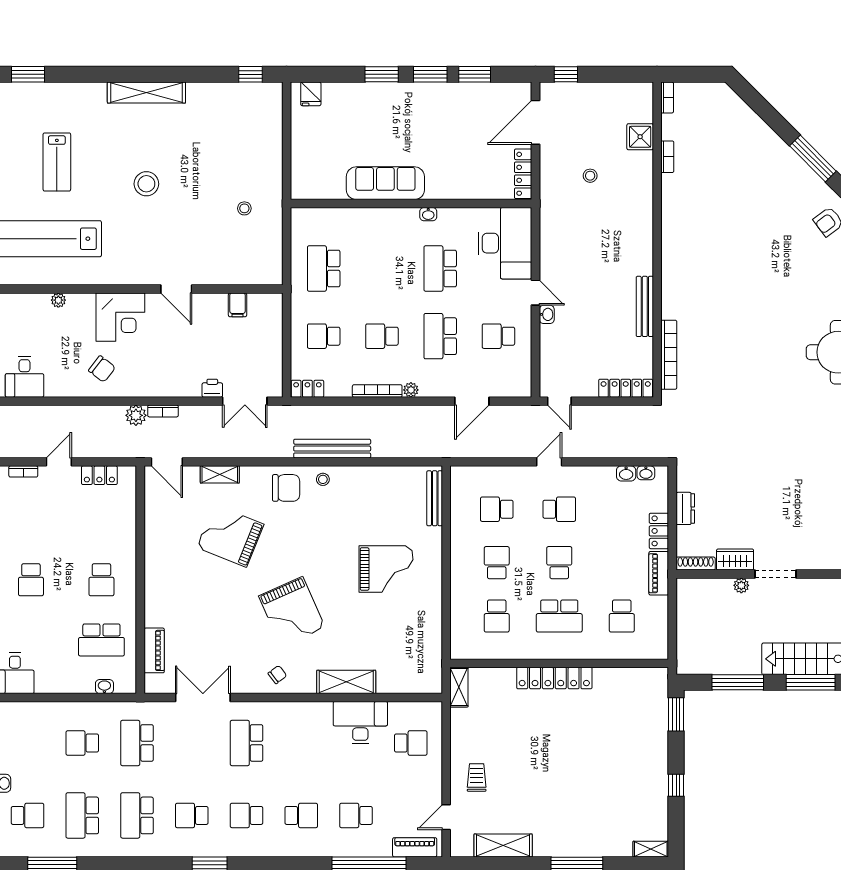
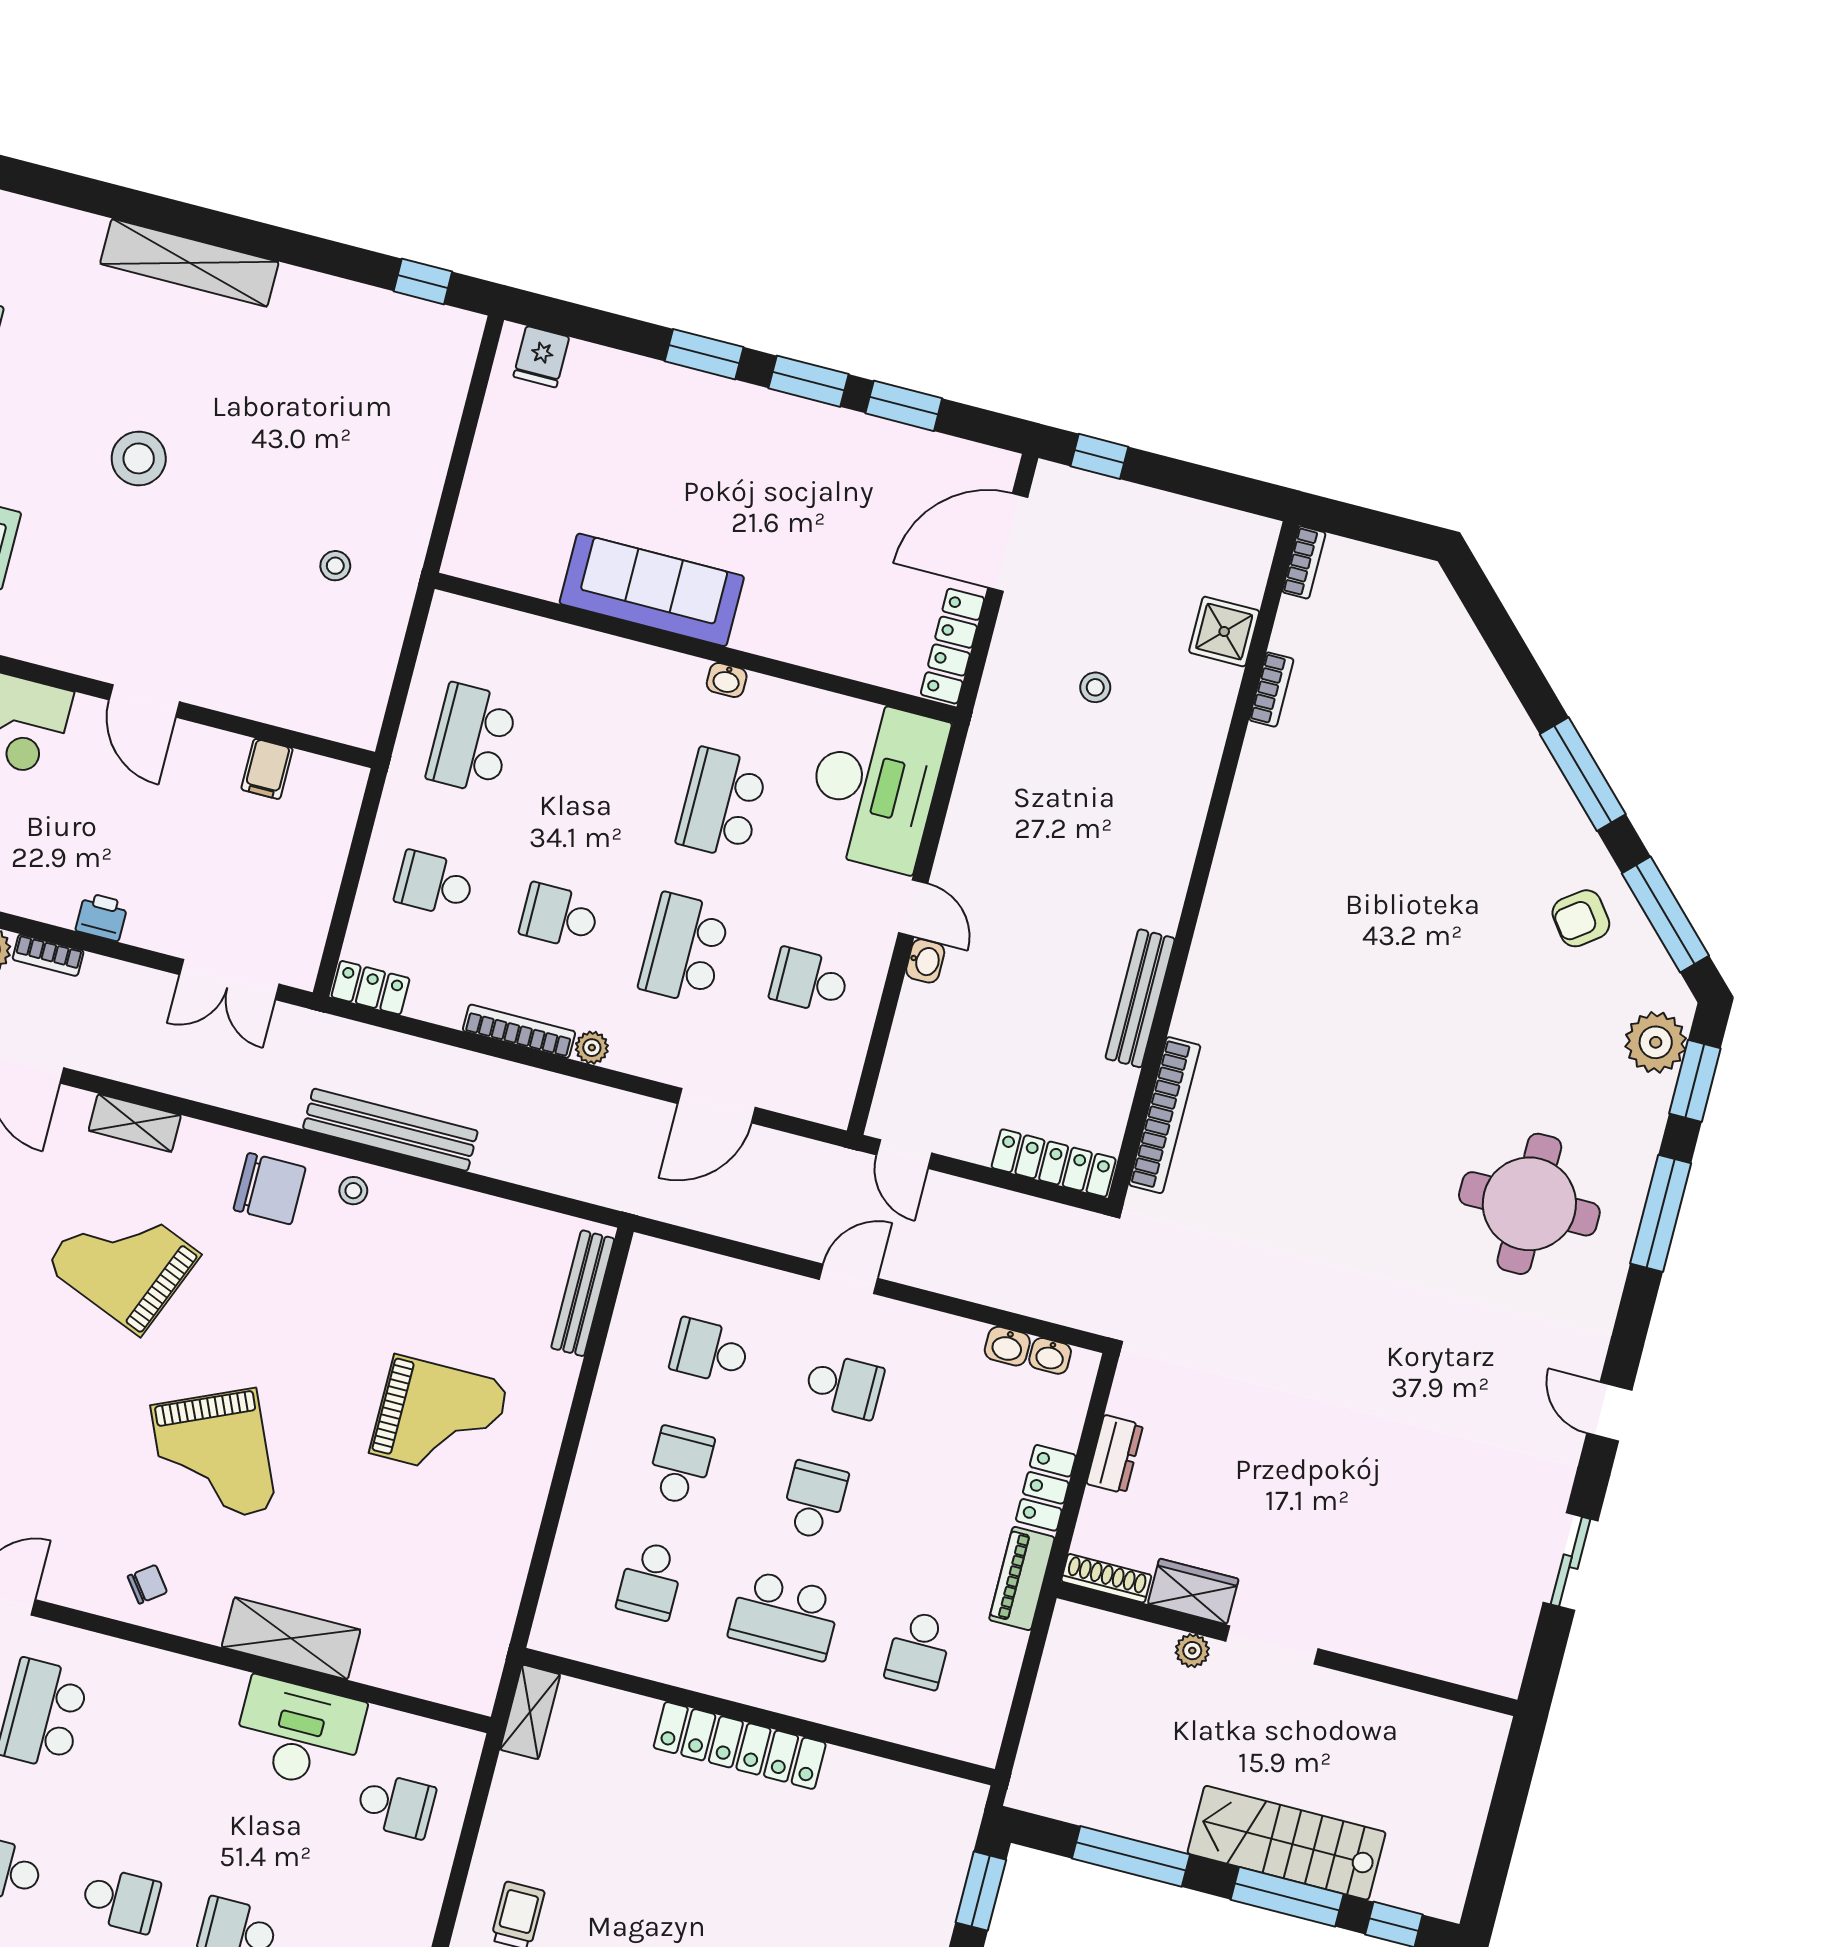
printer: (212, 388) -> (102, 917), moved

